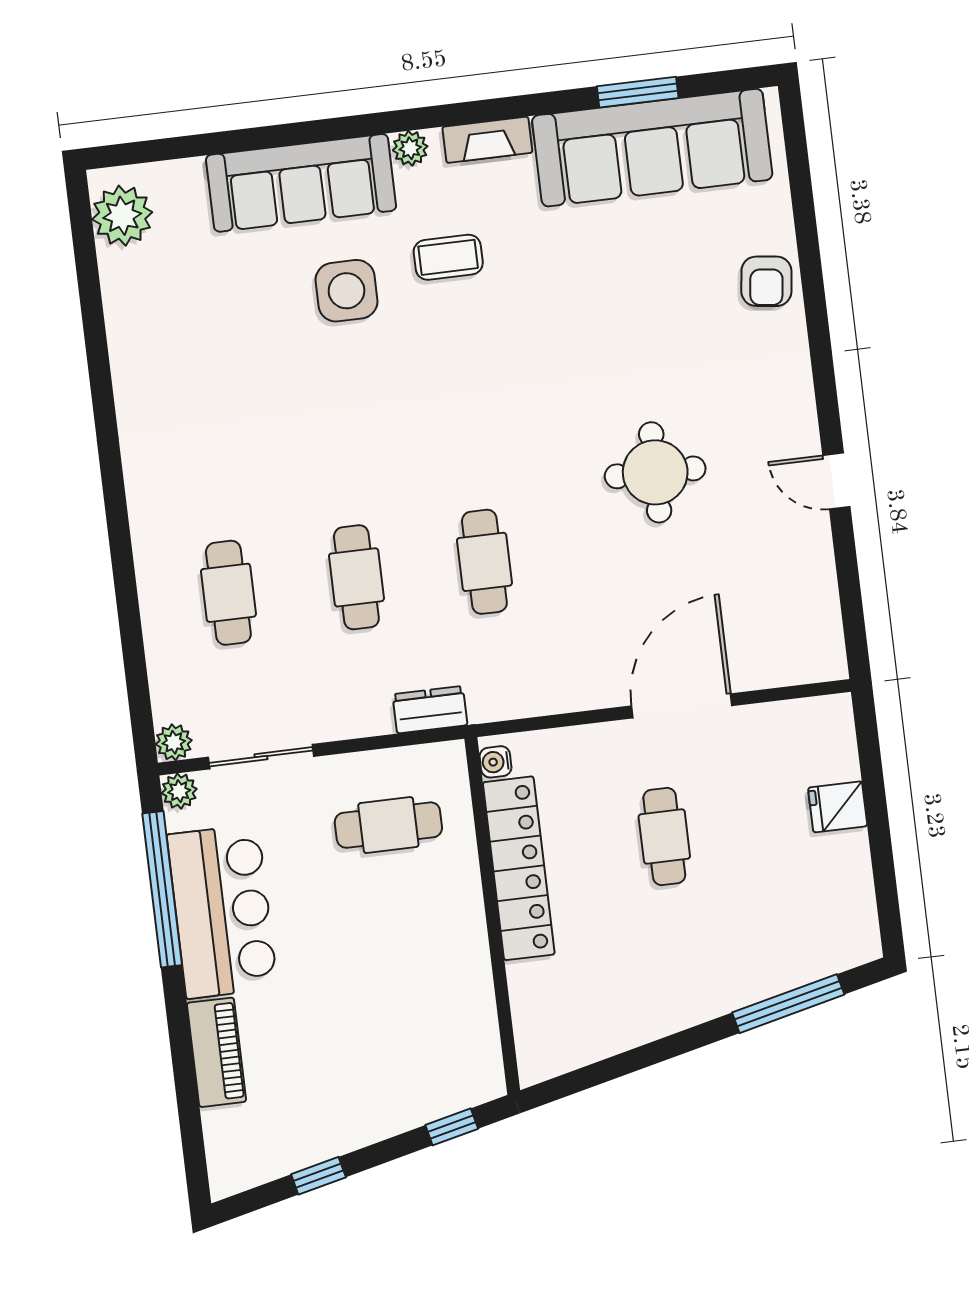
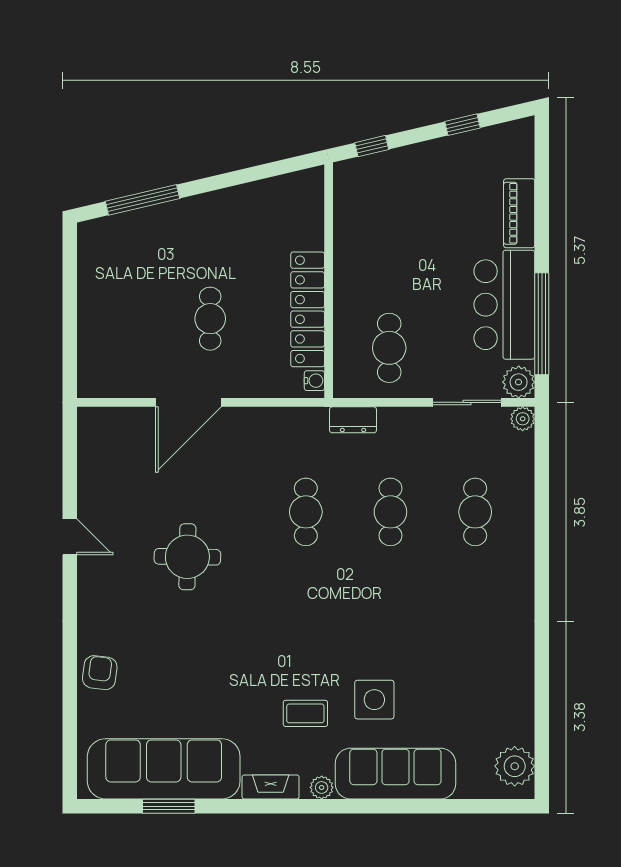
plant: (179, 791) -> (519, 382), width x1.38, depth x1.38
fridge: (838, 807) -> (95, 324), removed
cafe table: (388, 825) -> (389, 348), turned 90

